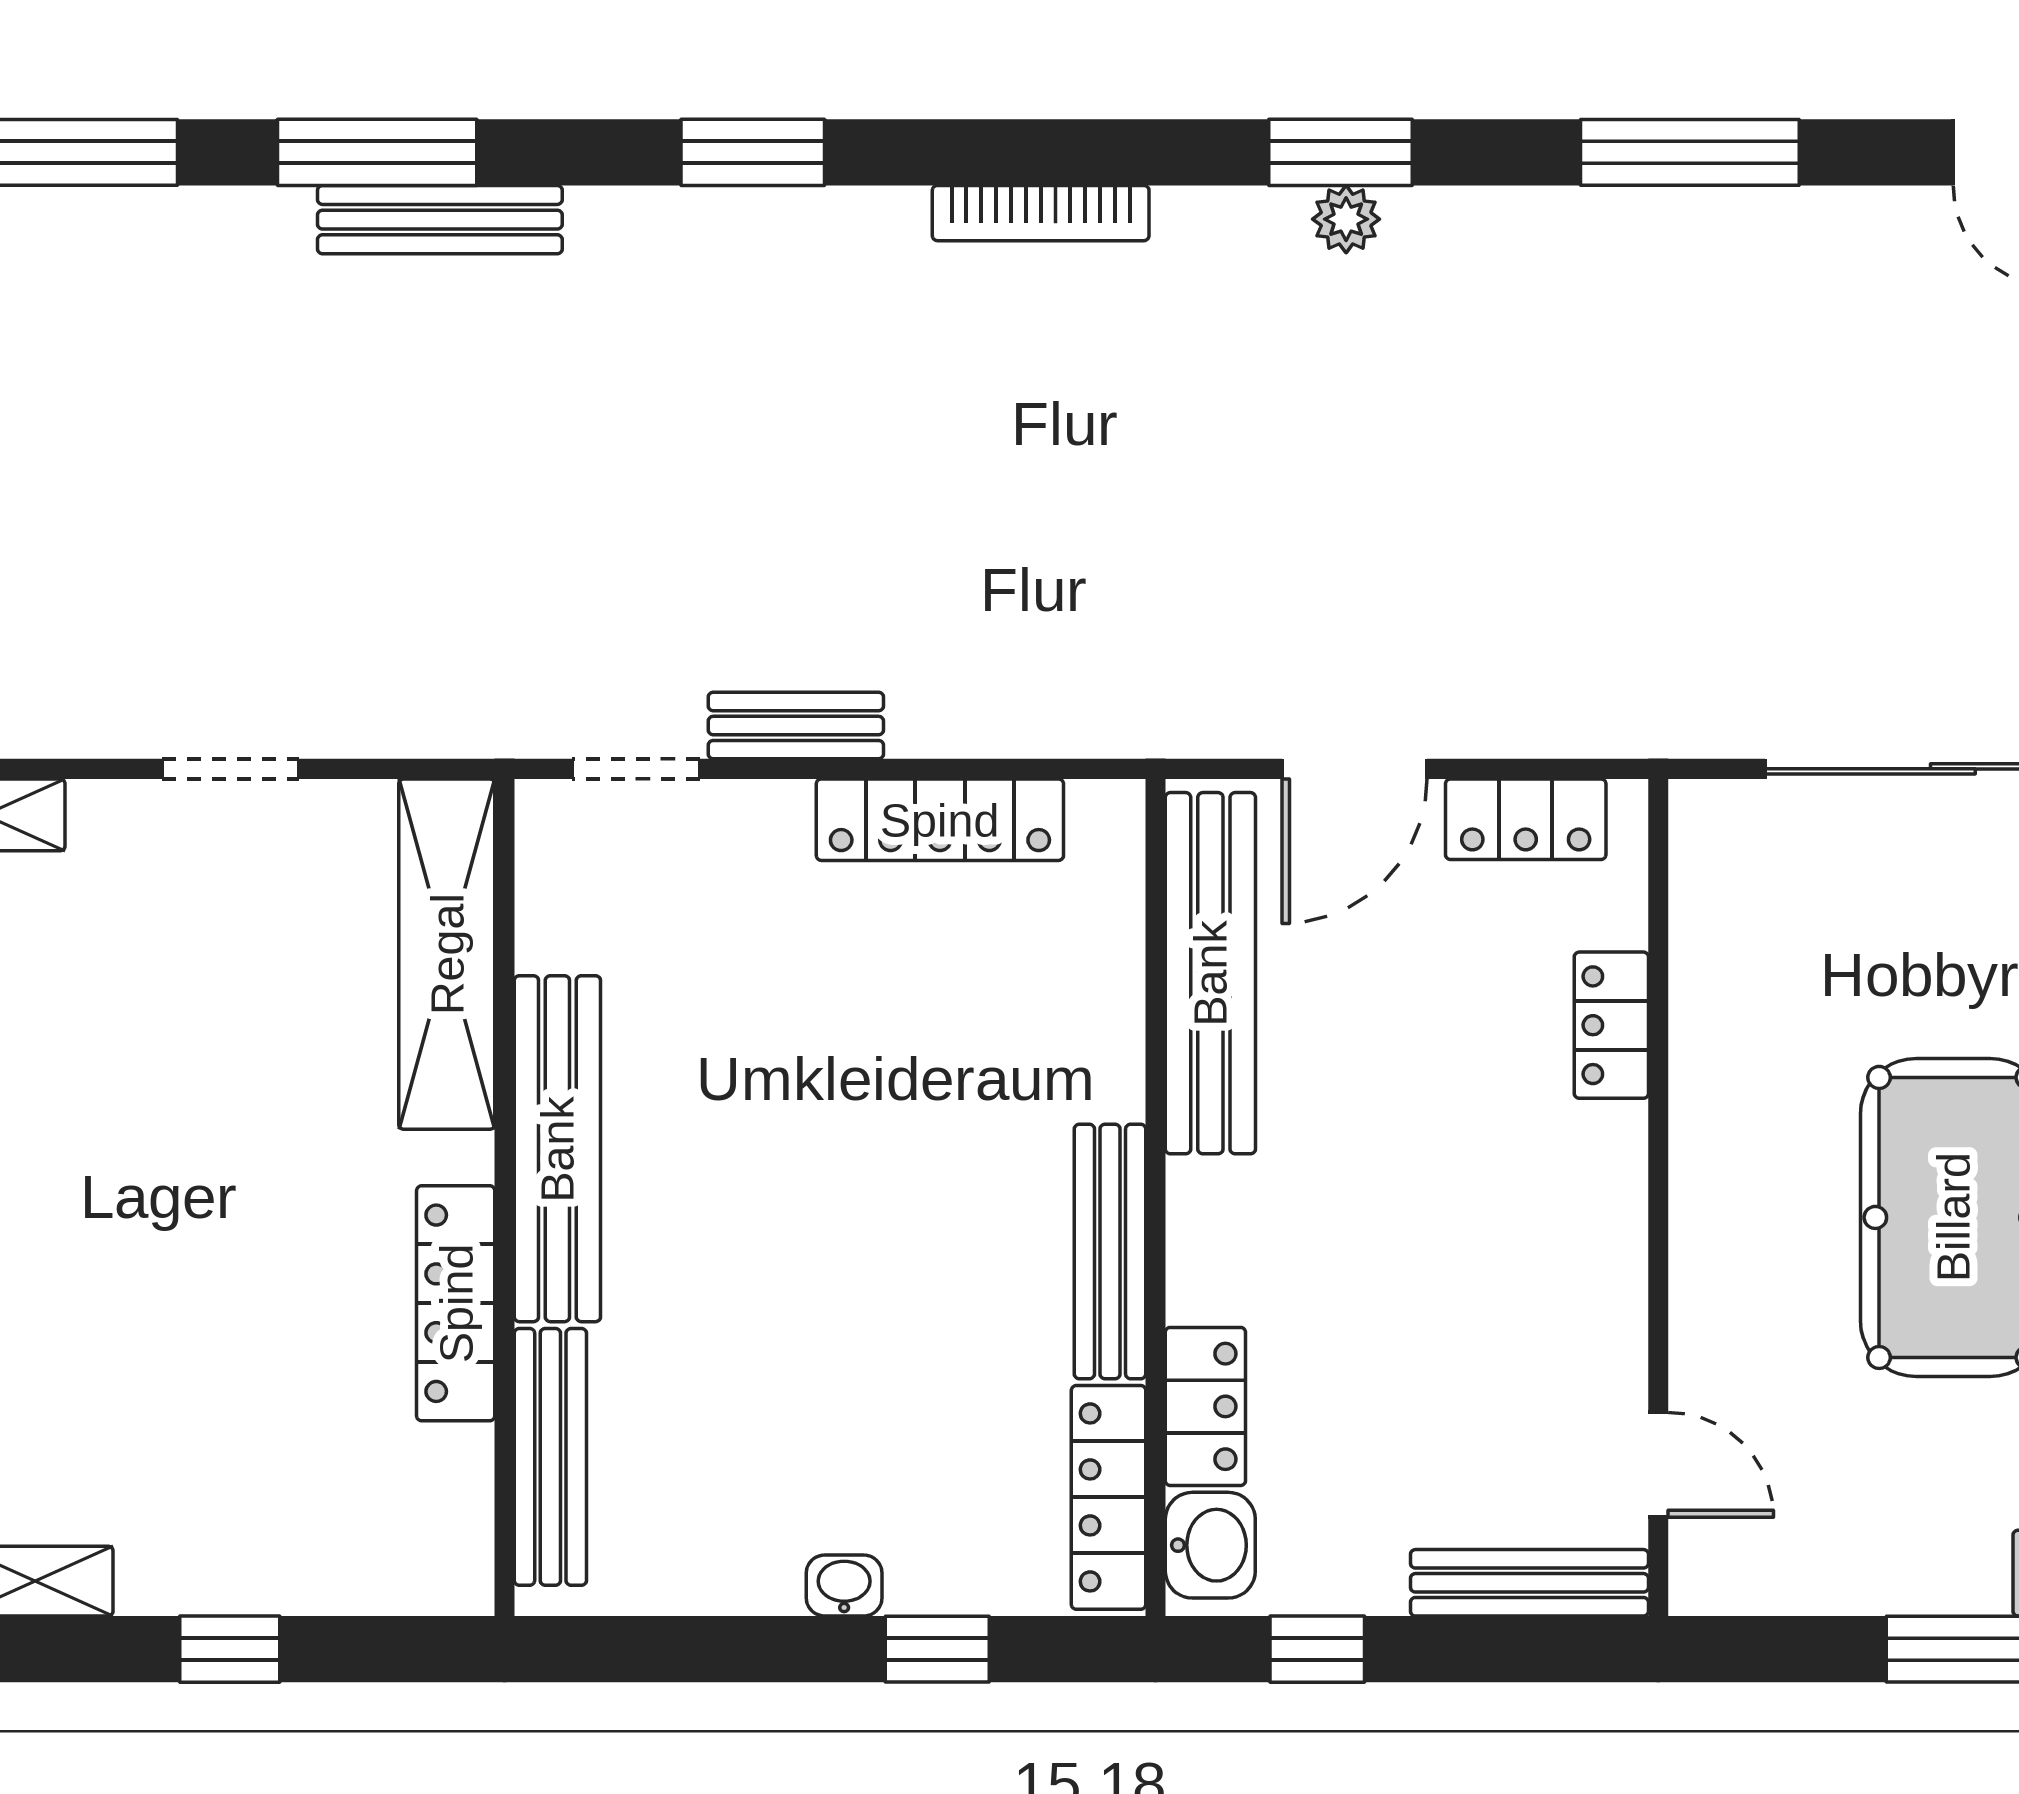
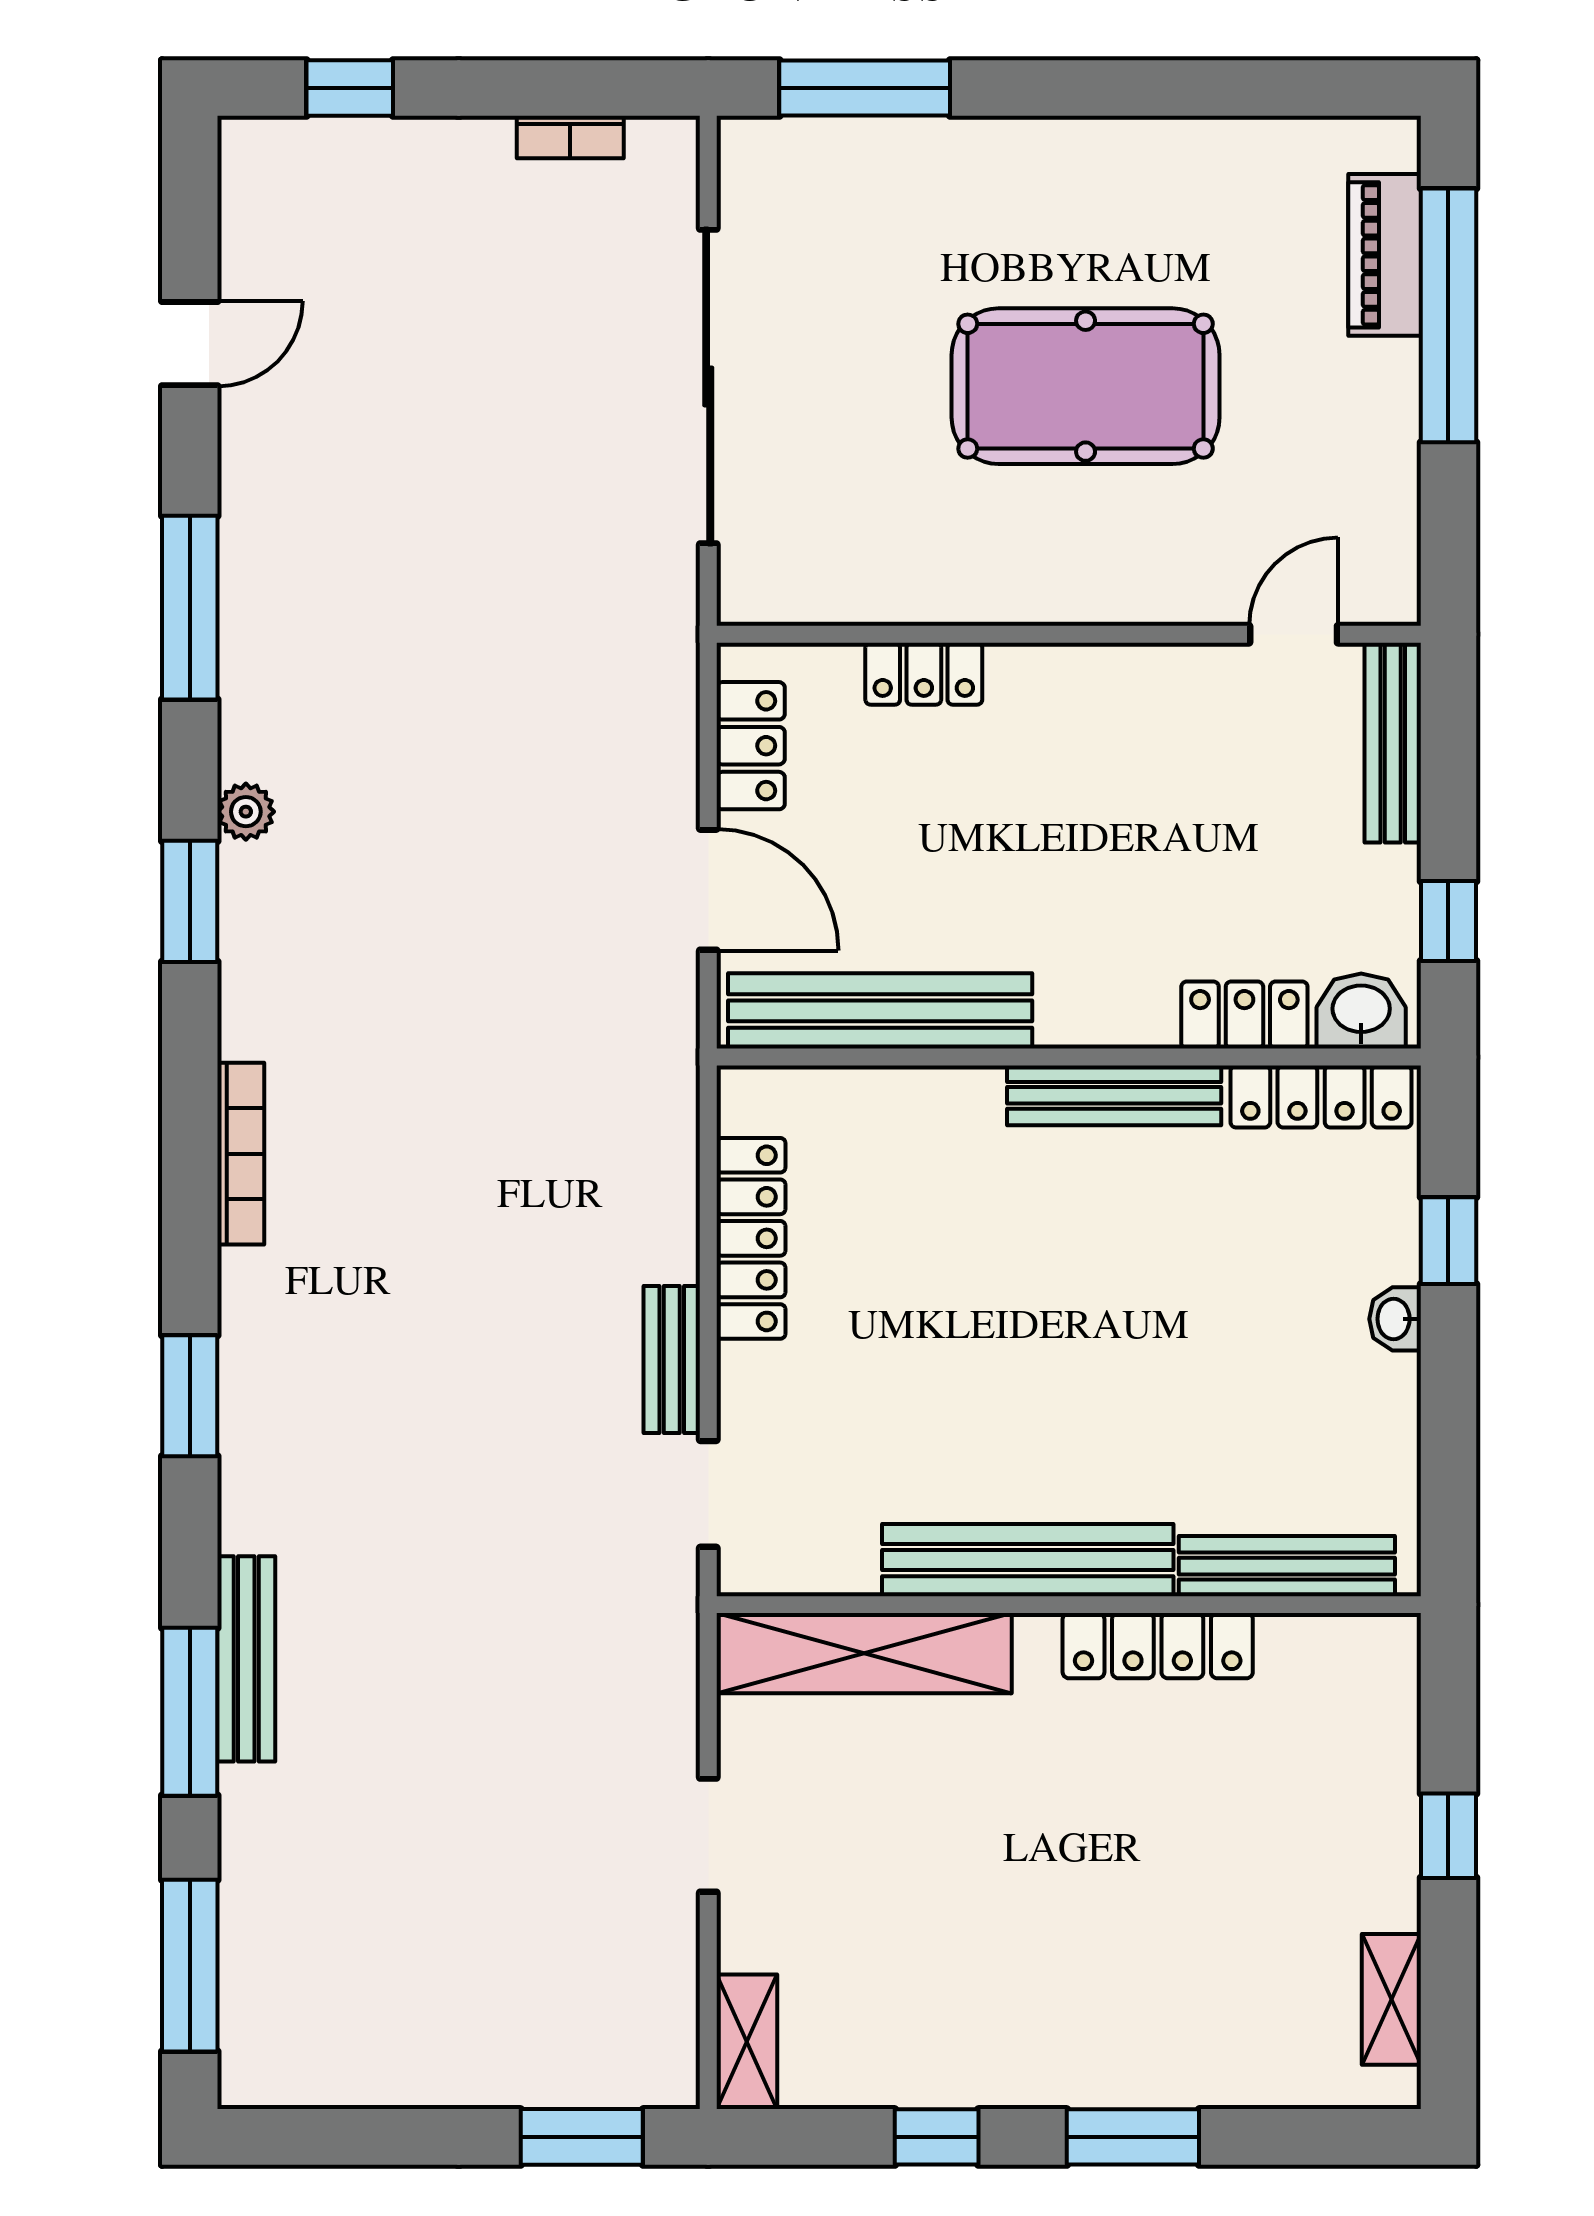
plant: (1346, 219) -> (246, 812), moved

